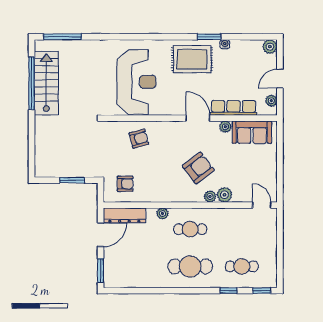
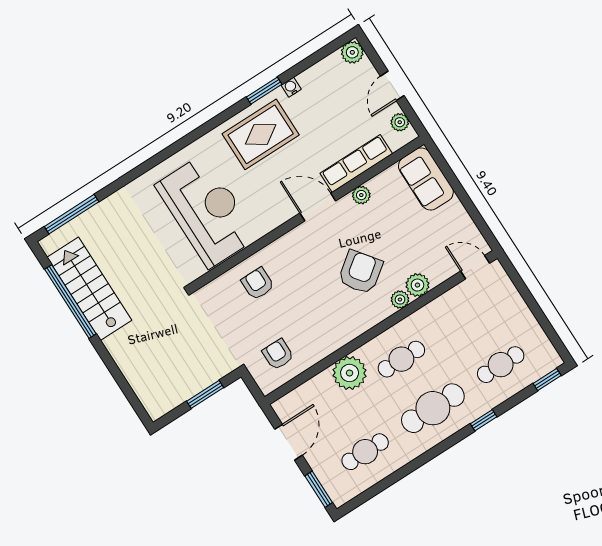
sofa: (252, 132) -> (426, 179), moved, turned 90
armchair: (139, 139) -> (258, 284), turned -75
armchair: (125, 184) -> (278, 354), turned -90
plant: (162, 214) -> (350, 373), width x1.87, depth x1.87
dresser: (124, 215) -> (303, 396), removed
cafe table: (139, 266) -> (365, 452), added
window: (229, 291) -> (484, 420), moved

